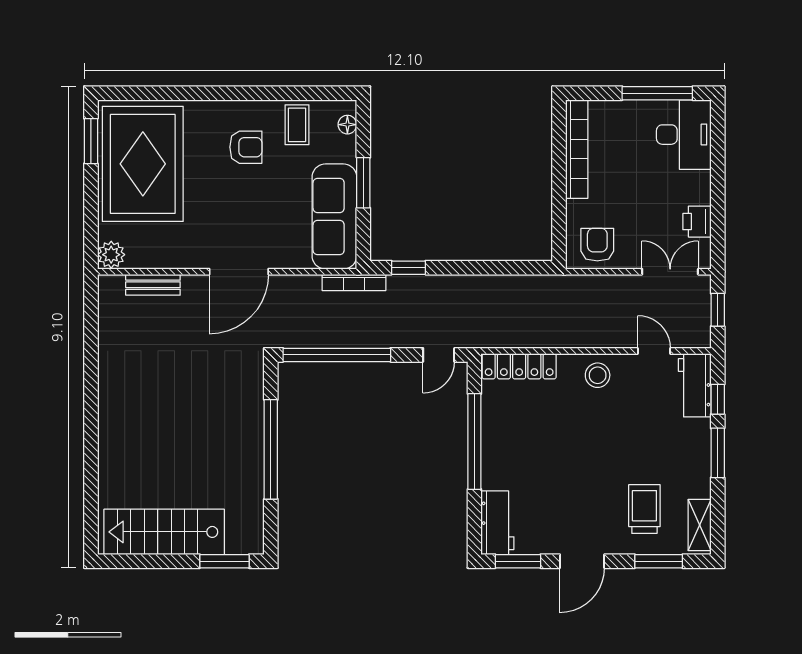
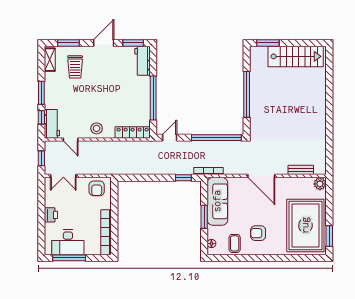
desk: (684, 135) -> (68, 242), moved, turned -90
printer: (697, 222) -> (51, 215), moved
door: (239, 272) -> (261, 176), swing flipped

